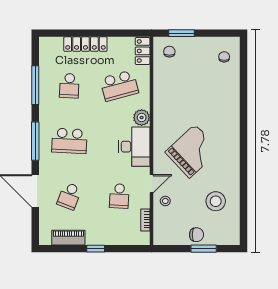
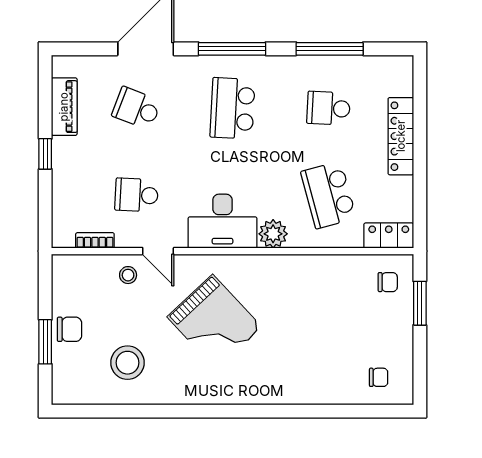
chair: (196, 235) -> (69, 329), turned -90

